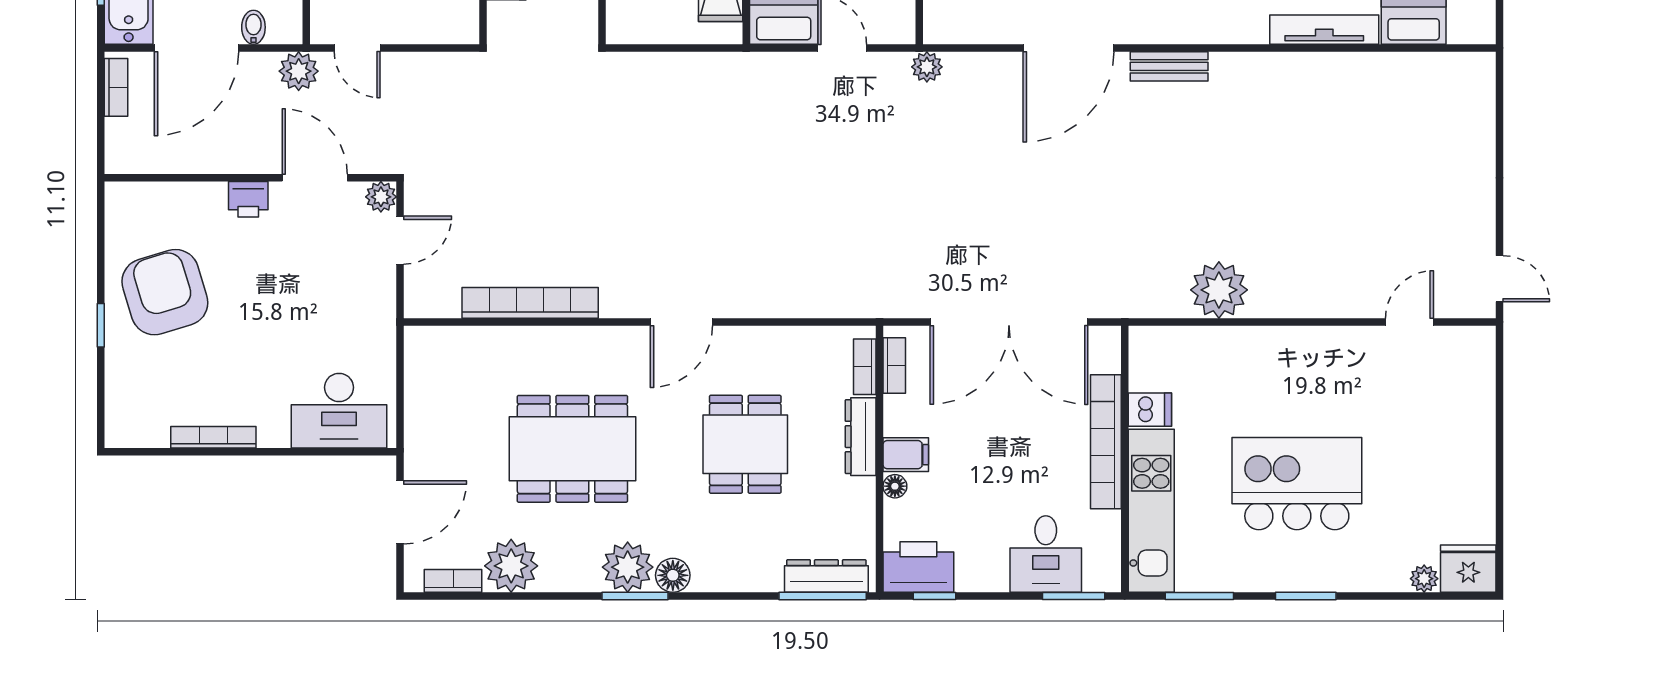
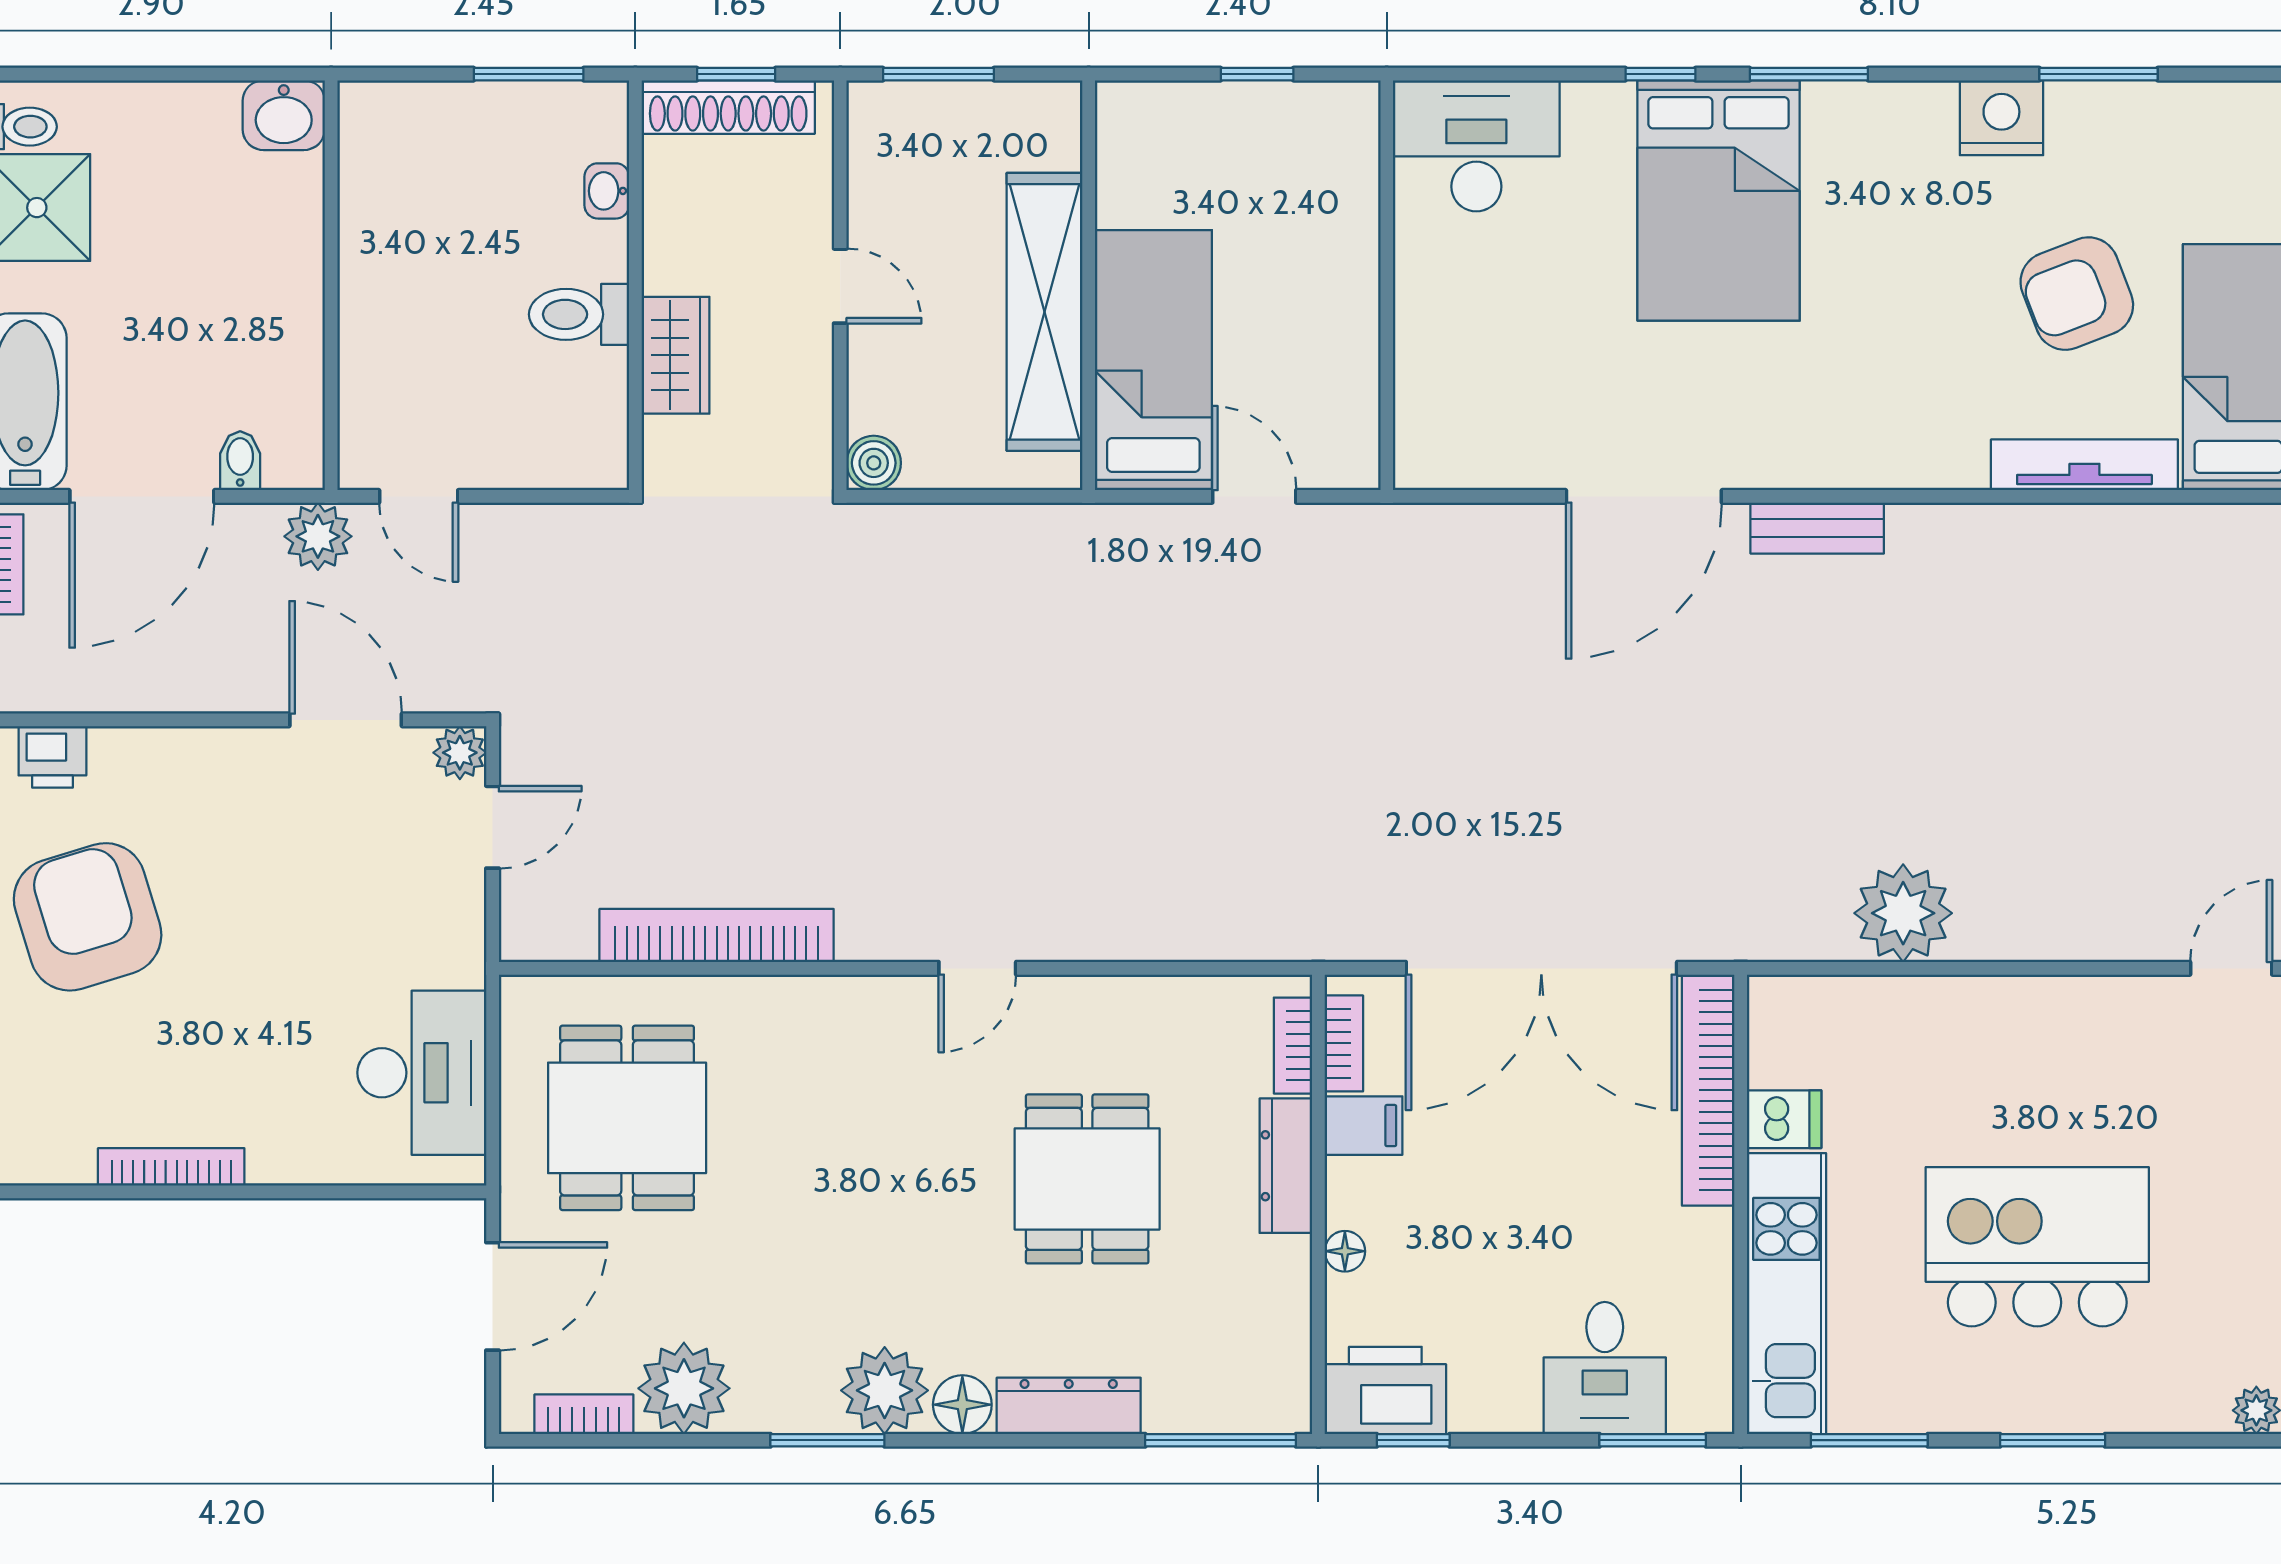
boiler: (621, 29) -> (874, 463), added
plant: (927, 67) -> (1400, 529), removed
printer: (248, 199) -> (52, 757), moved
door: (681, 322) -> (977, 968), width x0.73
desk: (339, 411) -> (422, 1073), moved, turned -90
bookcase: (1106, 442) -> (1708, 1090), moved
dining table: (572, 449) -> (627, 1118), moved, width x0.73
filing cabinet: (906, 455) -> (1364, 1126), moved
dresser: (826, 576) -> (1069, 1406), moved
window: (635, 596) -> (827, 1440), moved

